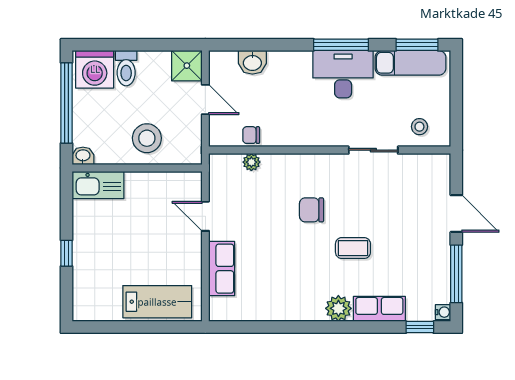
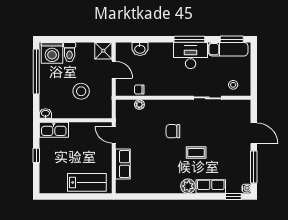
washbasin: (83, 156) -> (45, 114), moved
wall: (137, 168) -> (76, 120), moved
kitchen sink: (98, 185) -> (54, 130), moved

